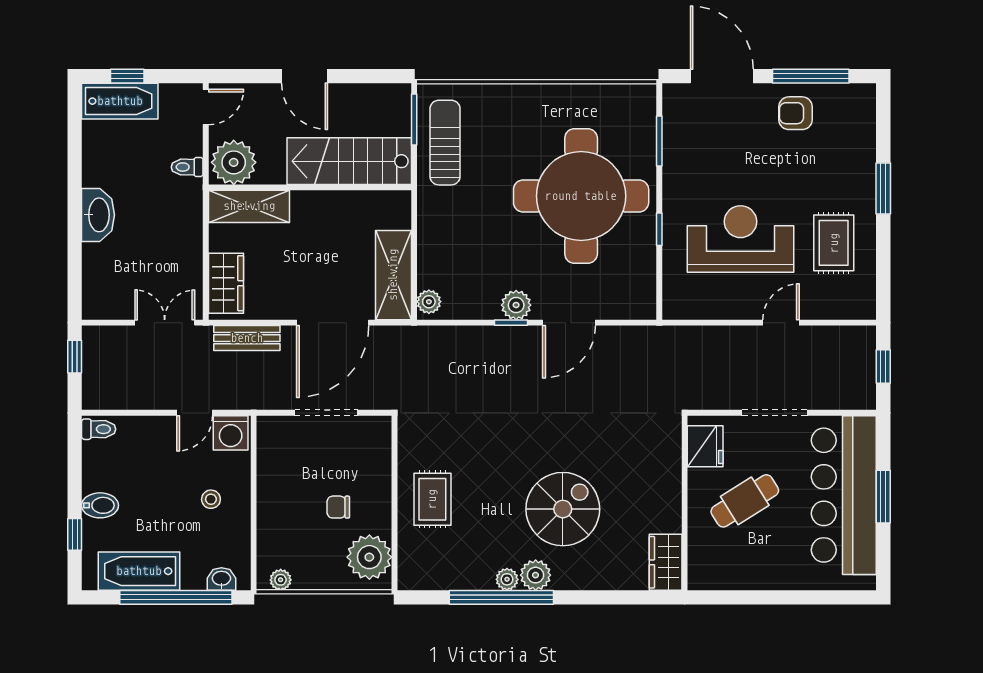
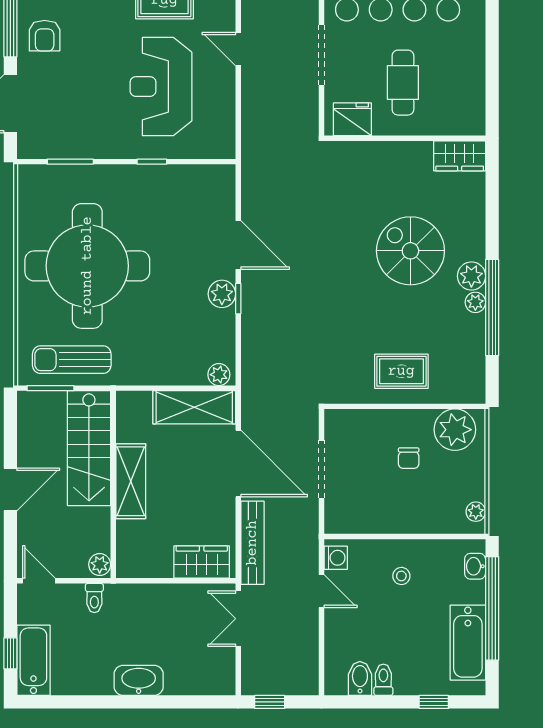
plant: (234, 162) -> (100, 565), width x0.53, depth x0.53
round table: (581, 196) -> (87, 266), moved
shelving: (249, 206) -> (131, 481), moved
bench: (247, 338) -> (252, 543), width x1.36
toilet: (99, 429) -> (383, 680), moved
washing machine: (231, 433) -> (336, 558), width x0.73, depth x0.73
cafe table: (745, 501) -> (403, 83), turned 32
bidet: (100, 505) -> (360, 678), moved

